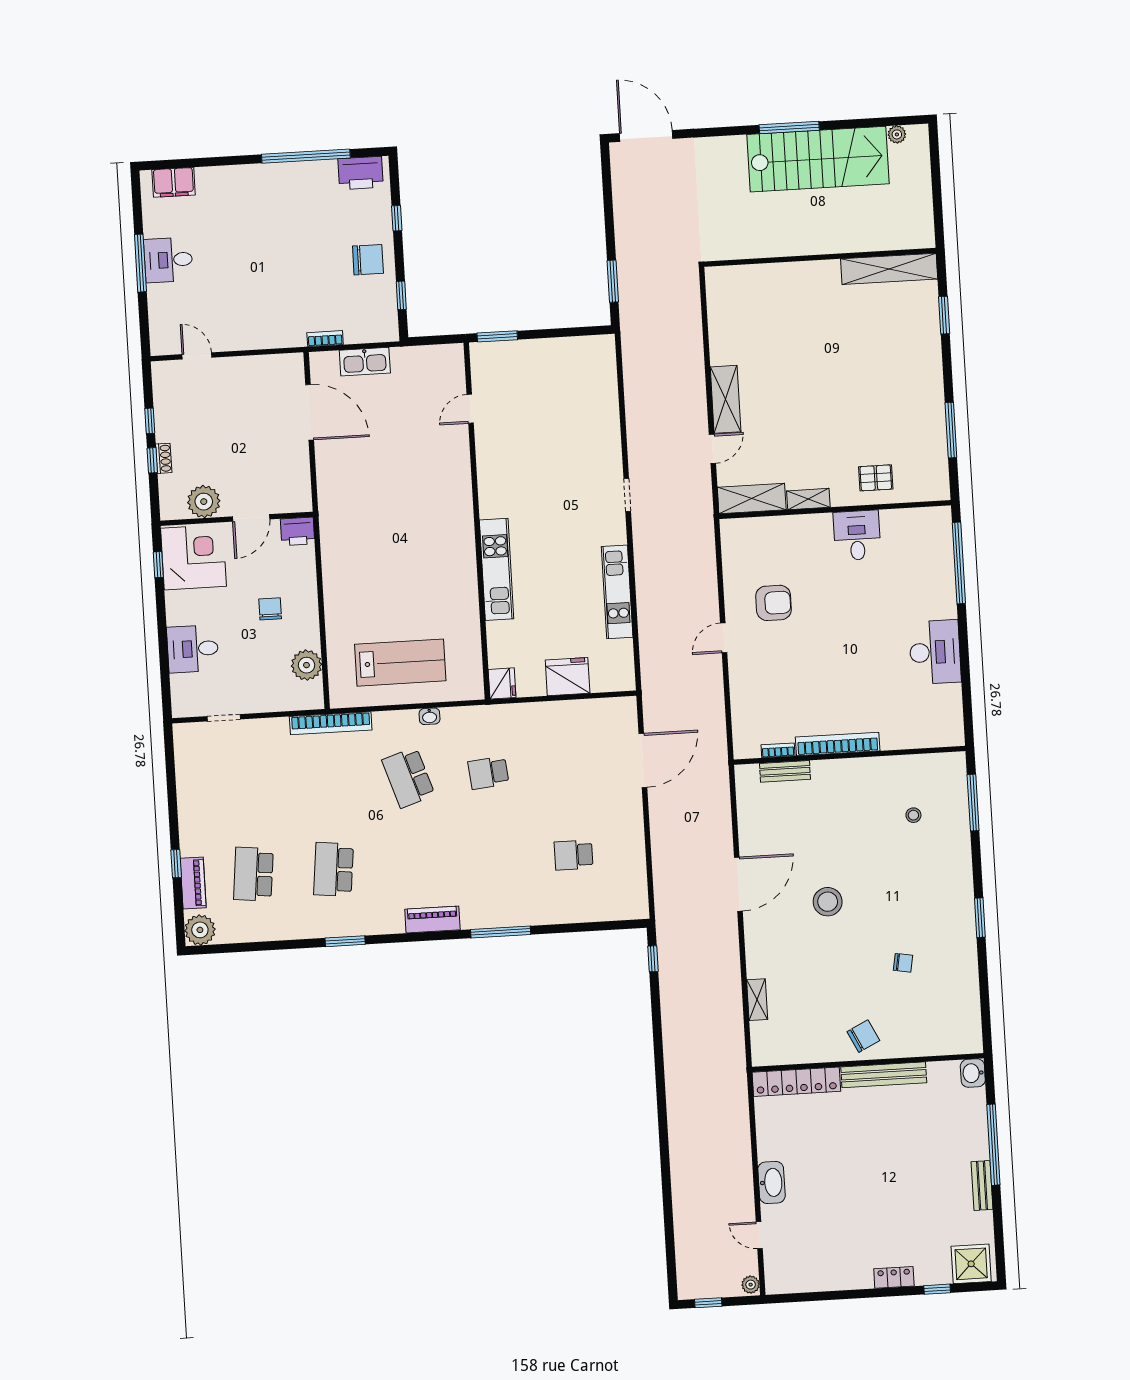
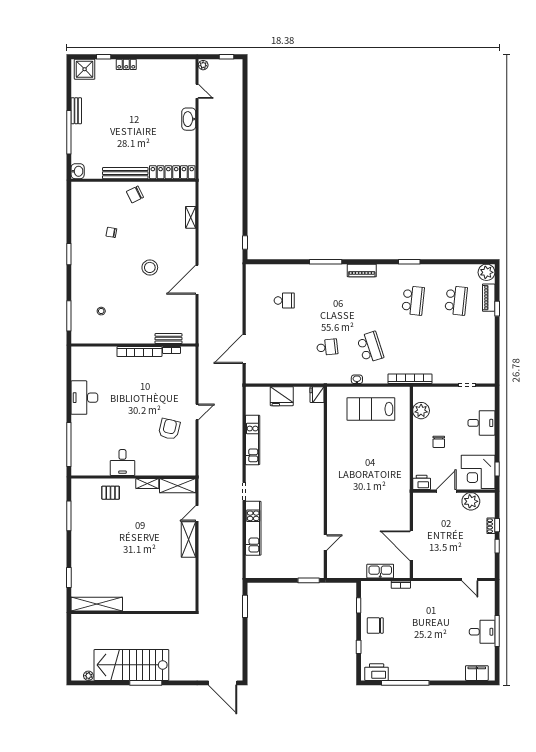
kitchen unit: (497, 569) -> (253, 528), moved, turned 180
armchair: (774, 603) -> (169, 429), turned 103

